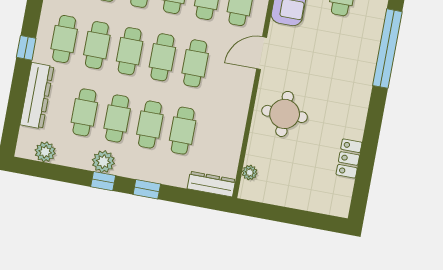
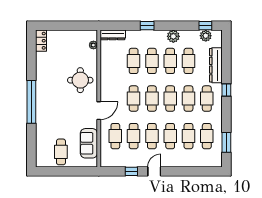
window: (387, 49) -> (31, 102), moved
locker: (349, 158) -> (41, 41), moved
window: (103, 181) -> (205, 26), moved

